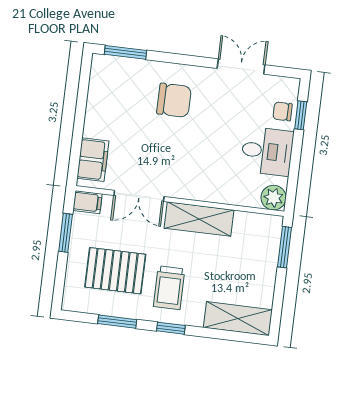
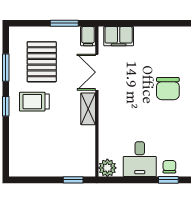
shelving: (199, 219) -> (88, 109), width x0.67, depth x0.75
window: (285, 247) -> (73, 180), width x0.67
shelving: (238, 319) -> (18, 153), removed

